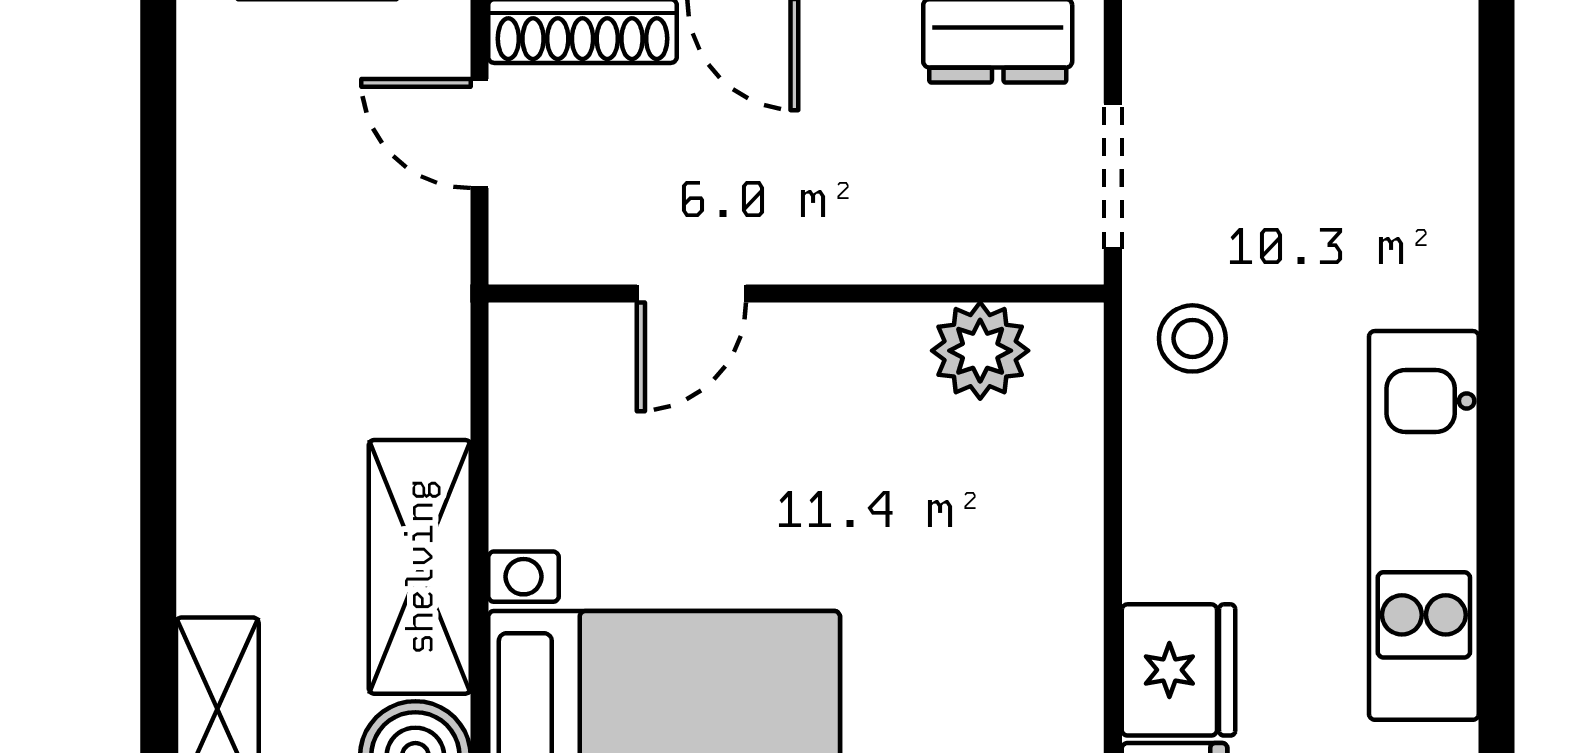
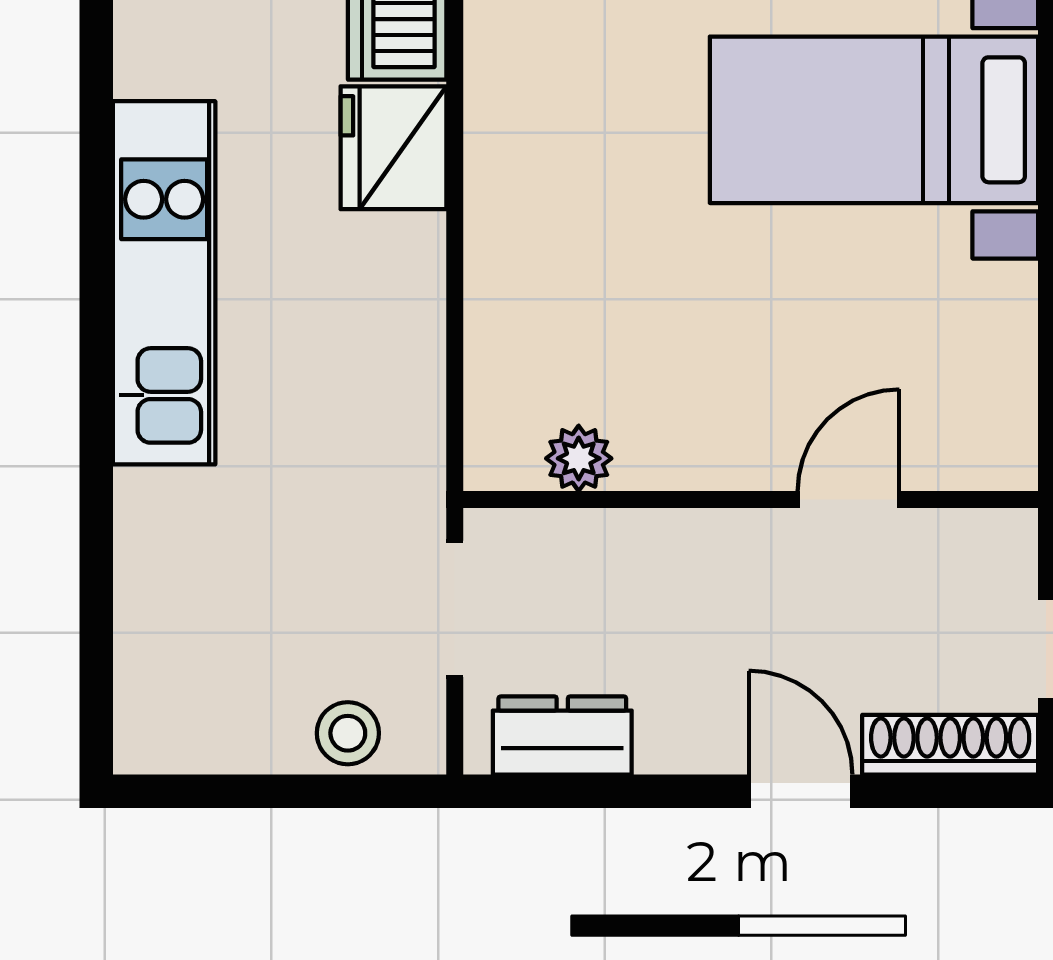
stool: (1192, 338) -> (348, 733), moved
plant: (980, 351) -> (579, 458), width x0.73, depth x0.73

